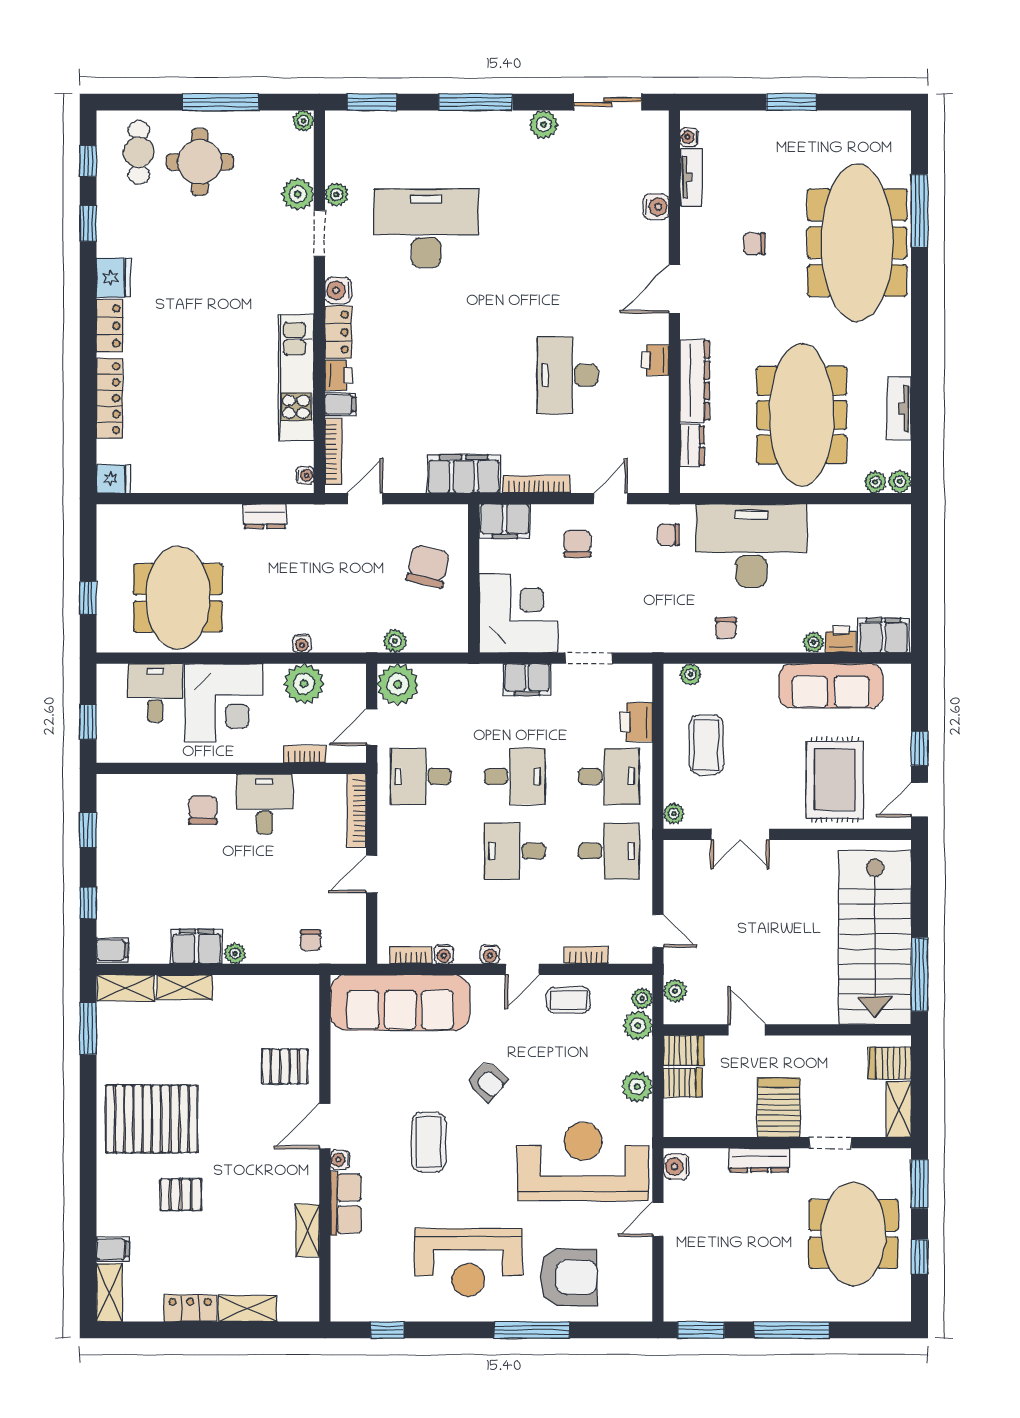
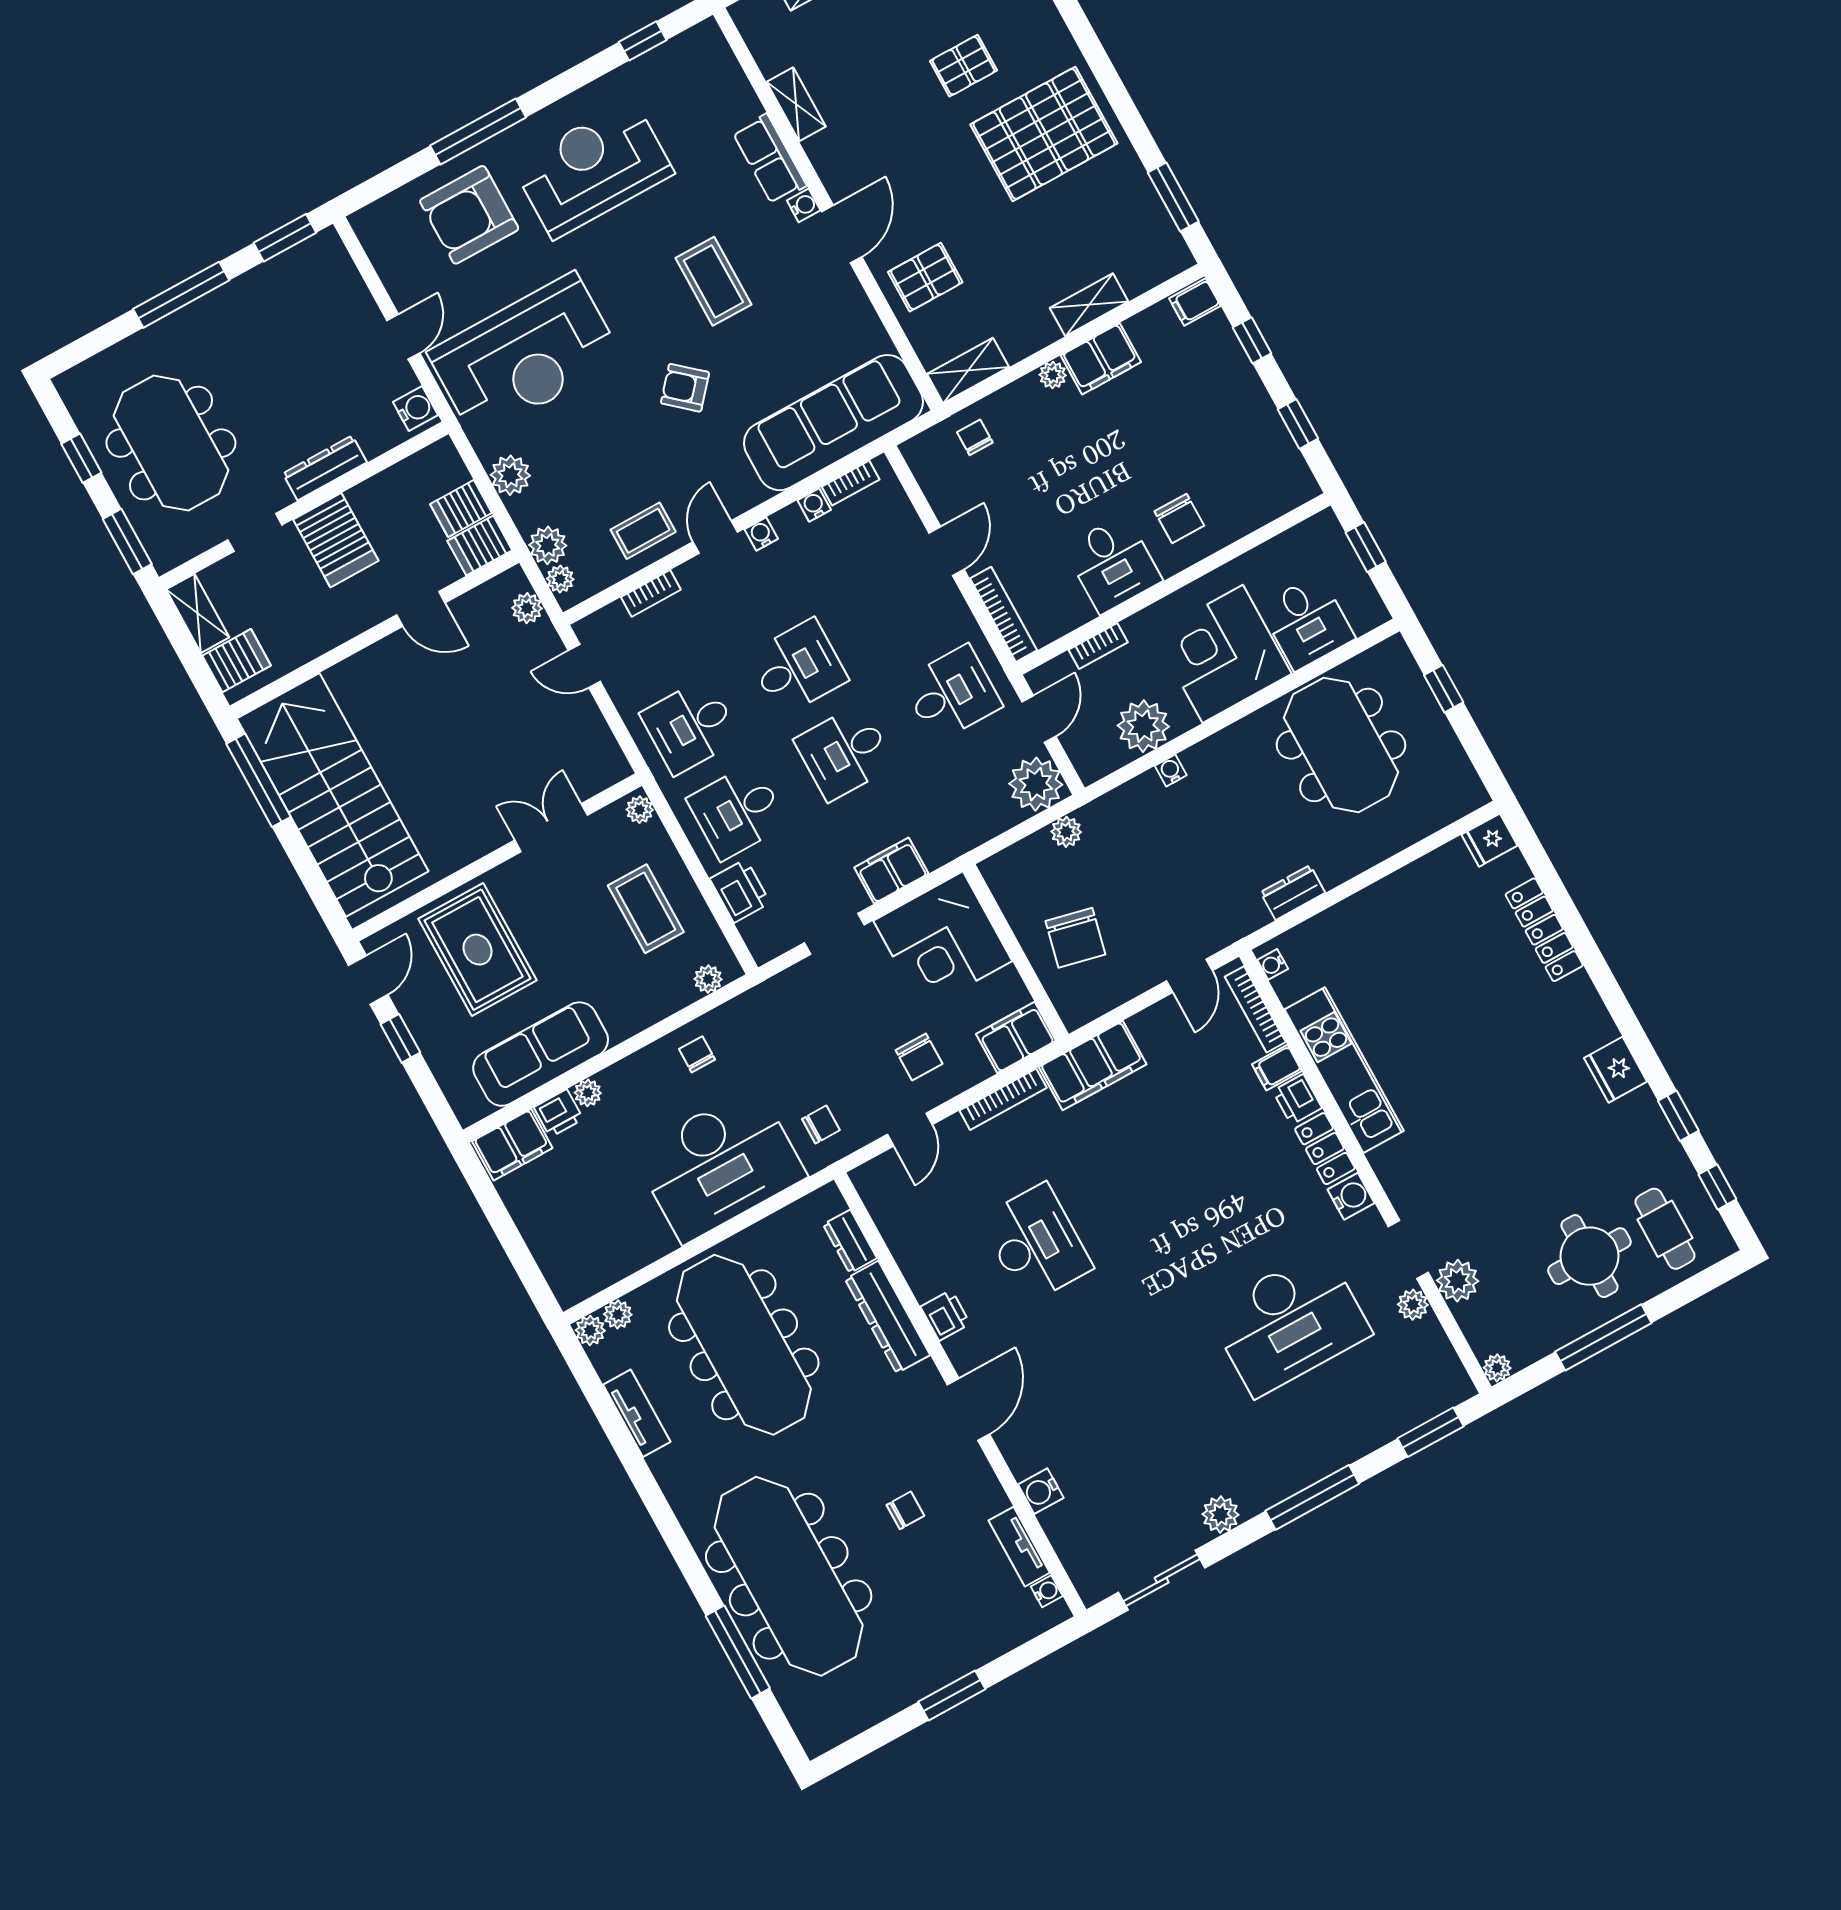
locker: (110, 326) -> (1590, 1012), removed
shelving: (126, 988) -> (968, 371), moved

